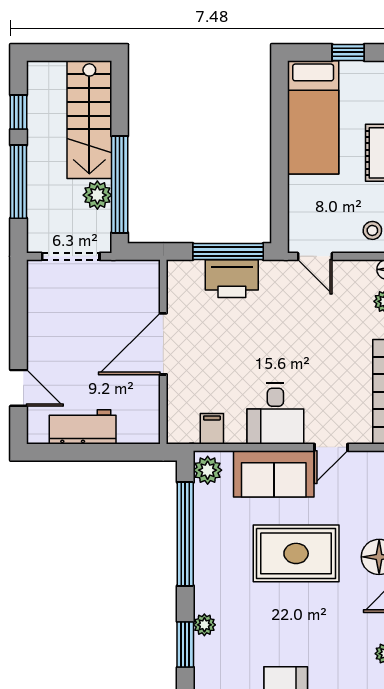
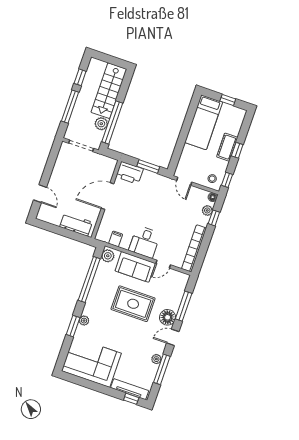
window: (228, 252) -> (148, 167), width x0.69
printer: (232, 279) -> (129, 173), moved
workbench: (83, 427) -> (76, 224), moved

